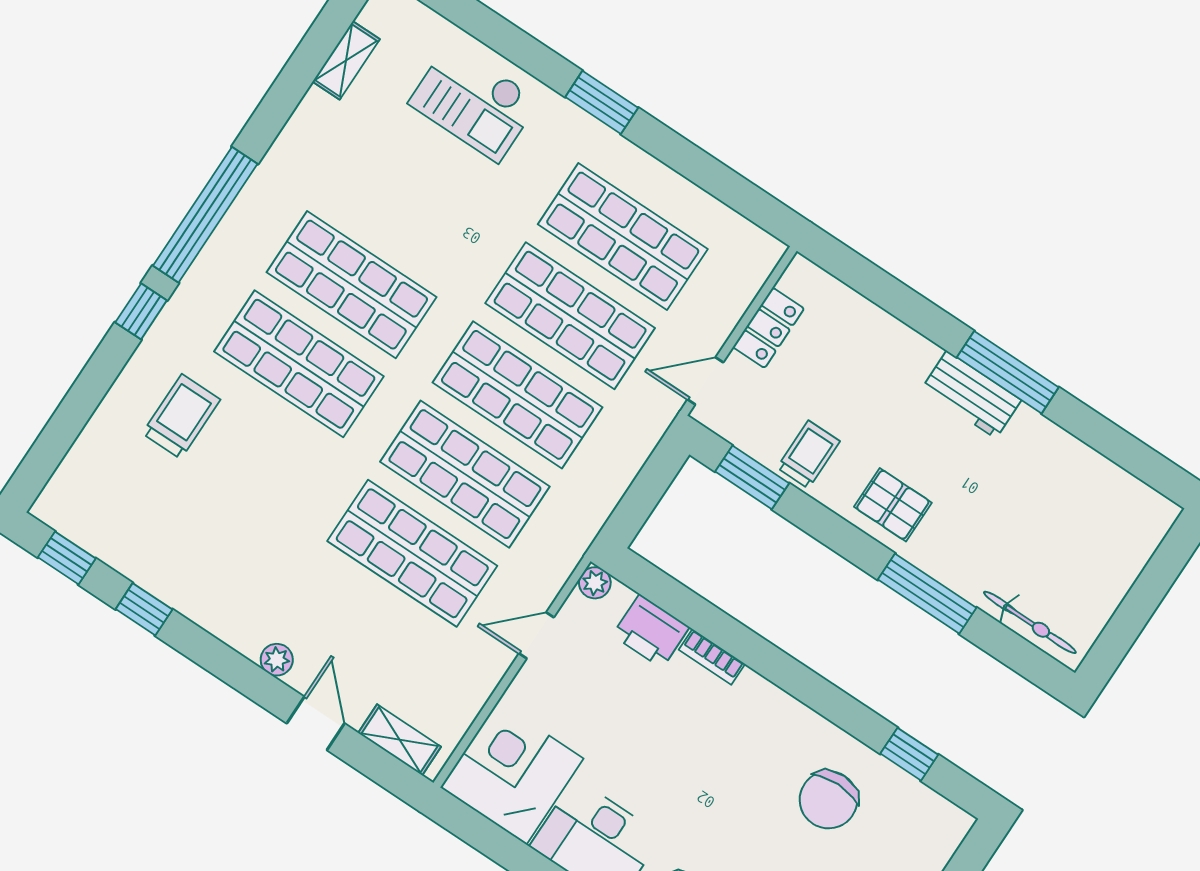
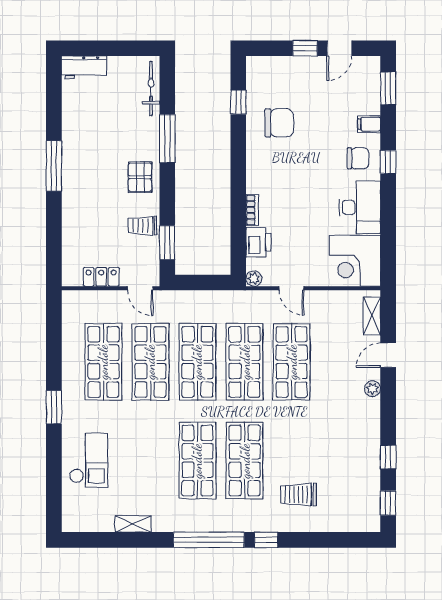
shelving: (346, 60) -> (133, 524), moved
workbench: (971, 395) -> (84, 67), moved, turned 90

